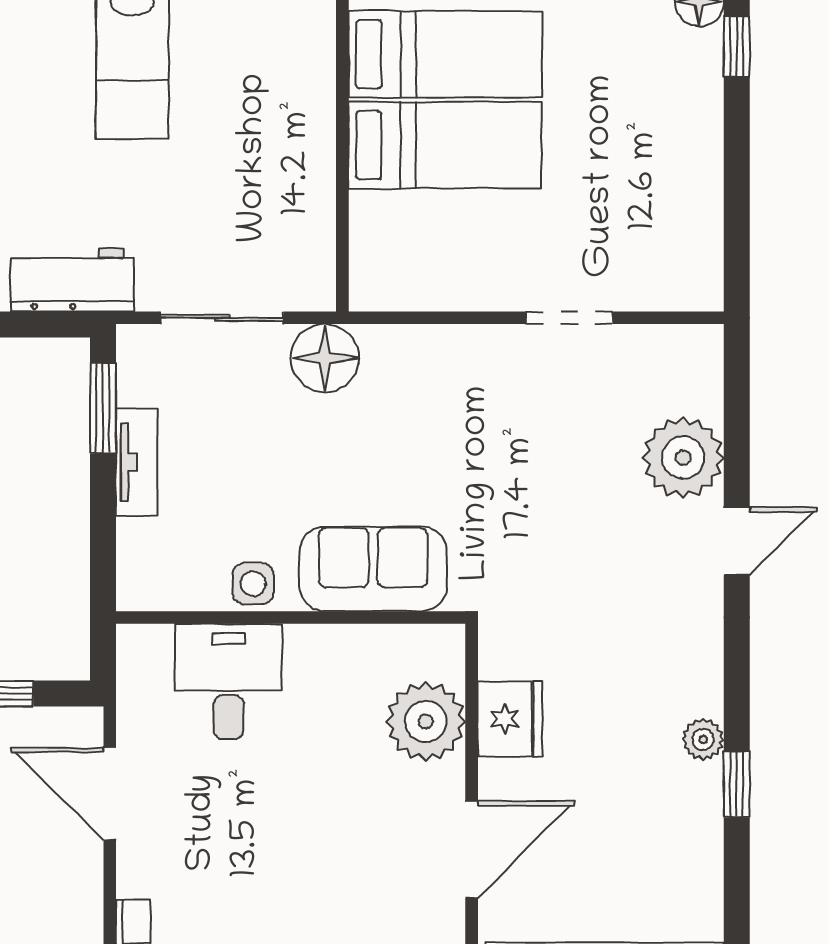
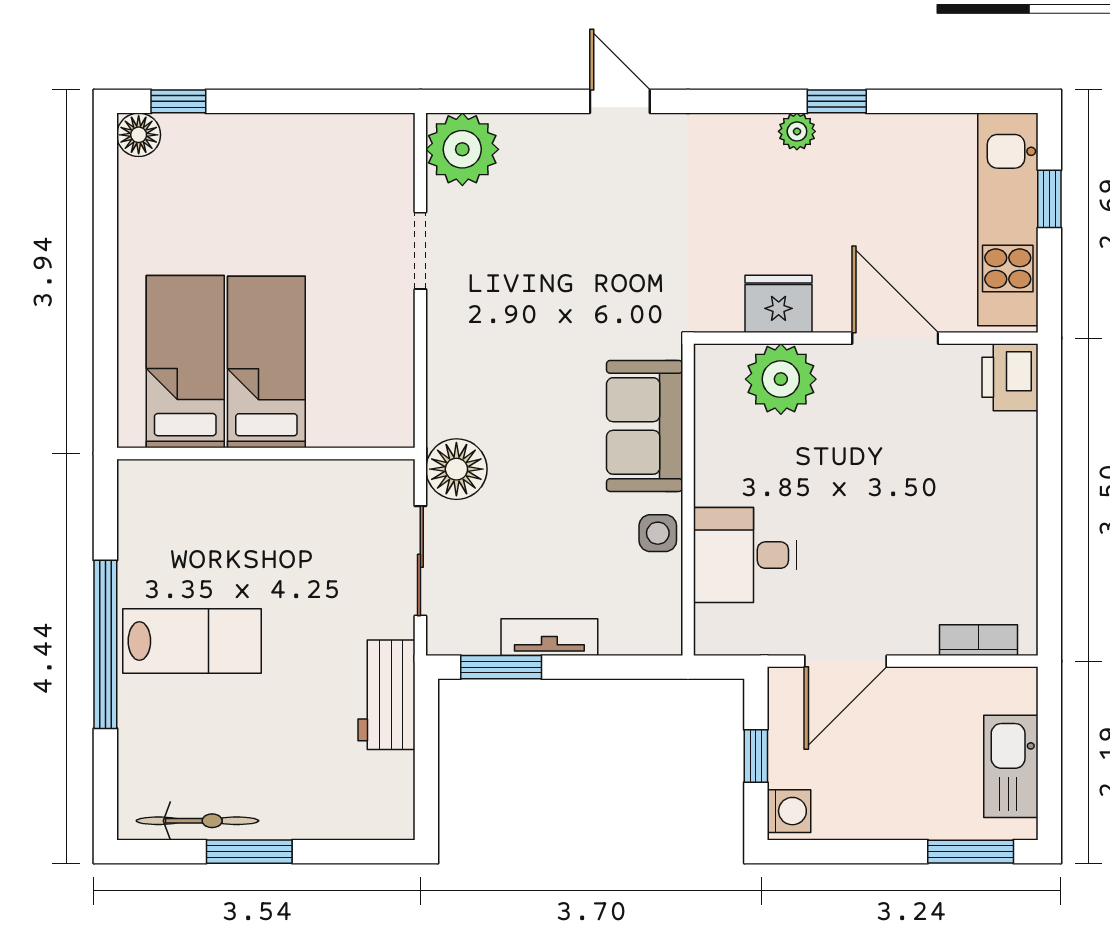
plant: (683, 458) -> (462, 149), moved

